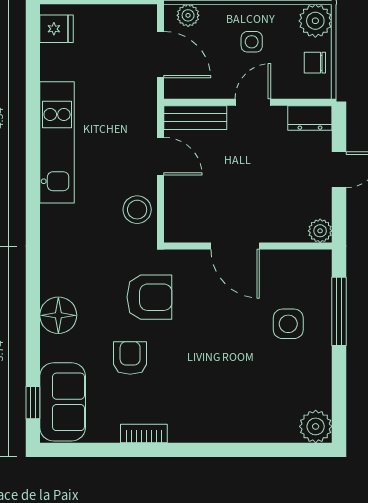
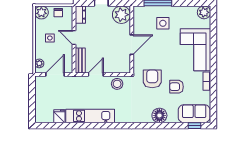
fridge: (56, 29) -> (59, 116), moved
plant: (320, 231) -> (121, 15), width x1.88, depth x1.88
corner sofa: (222, 405) -> (195, 50), added

